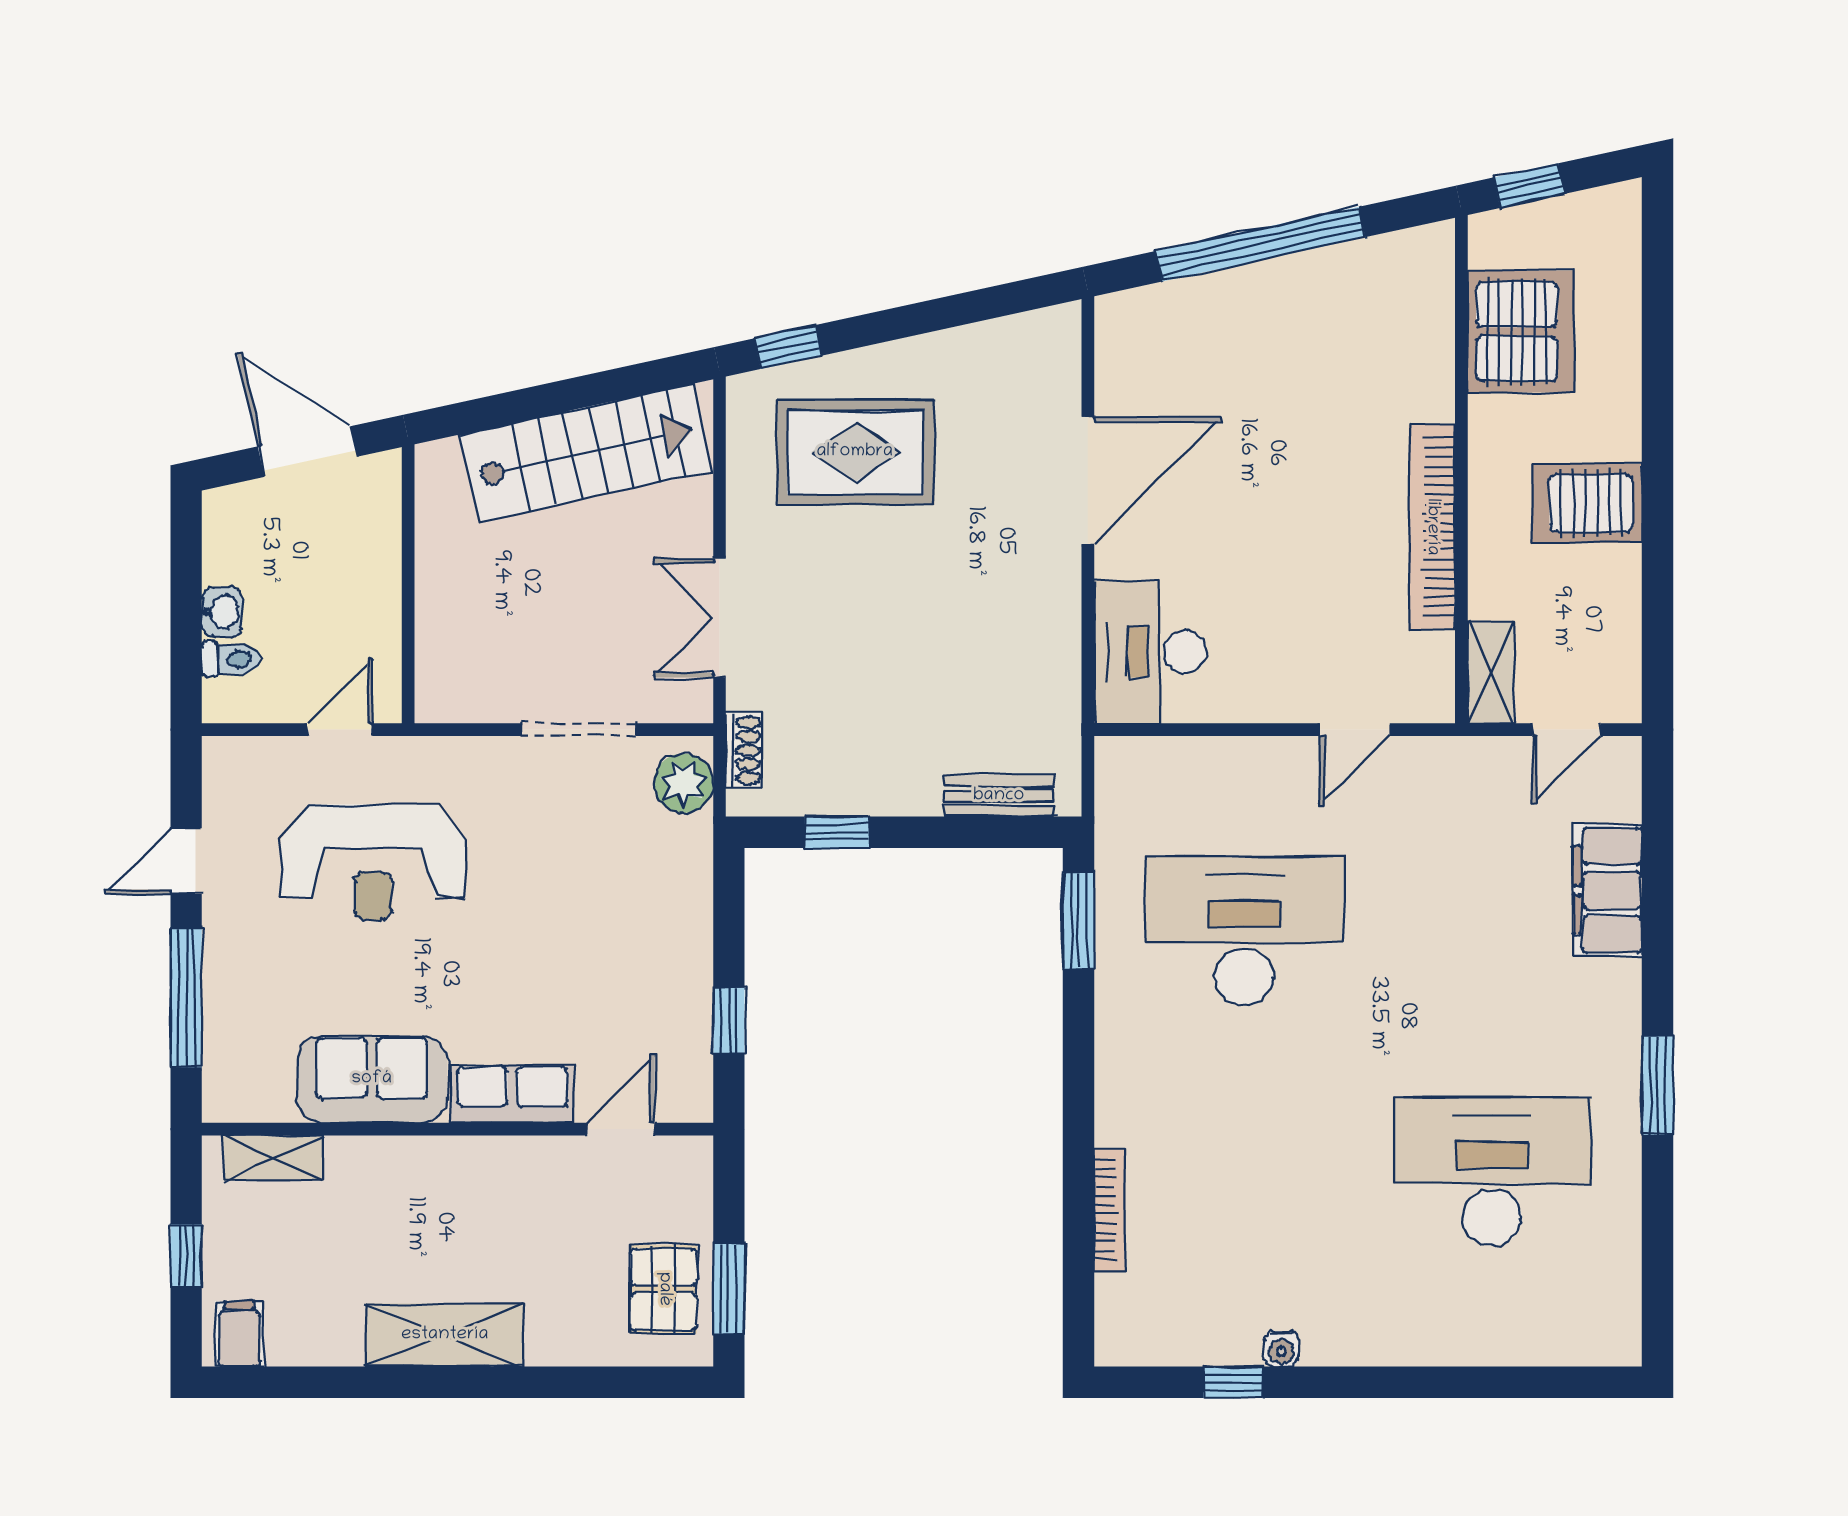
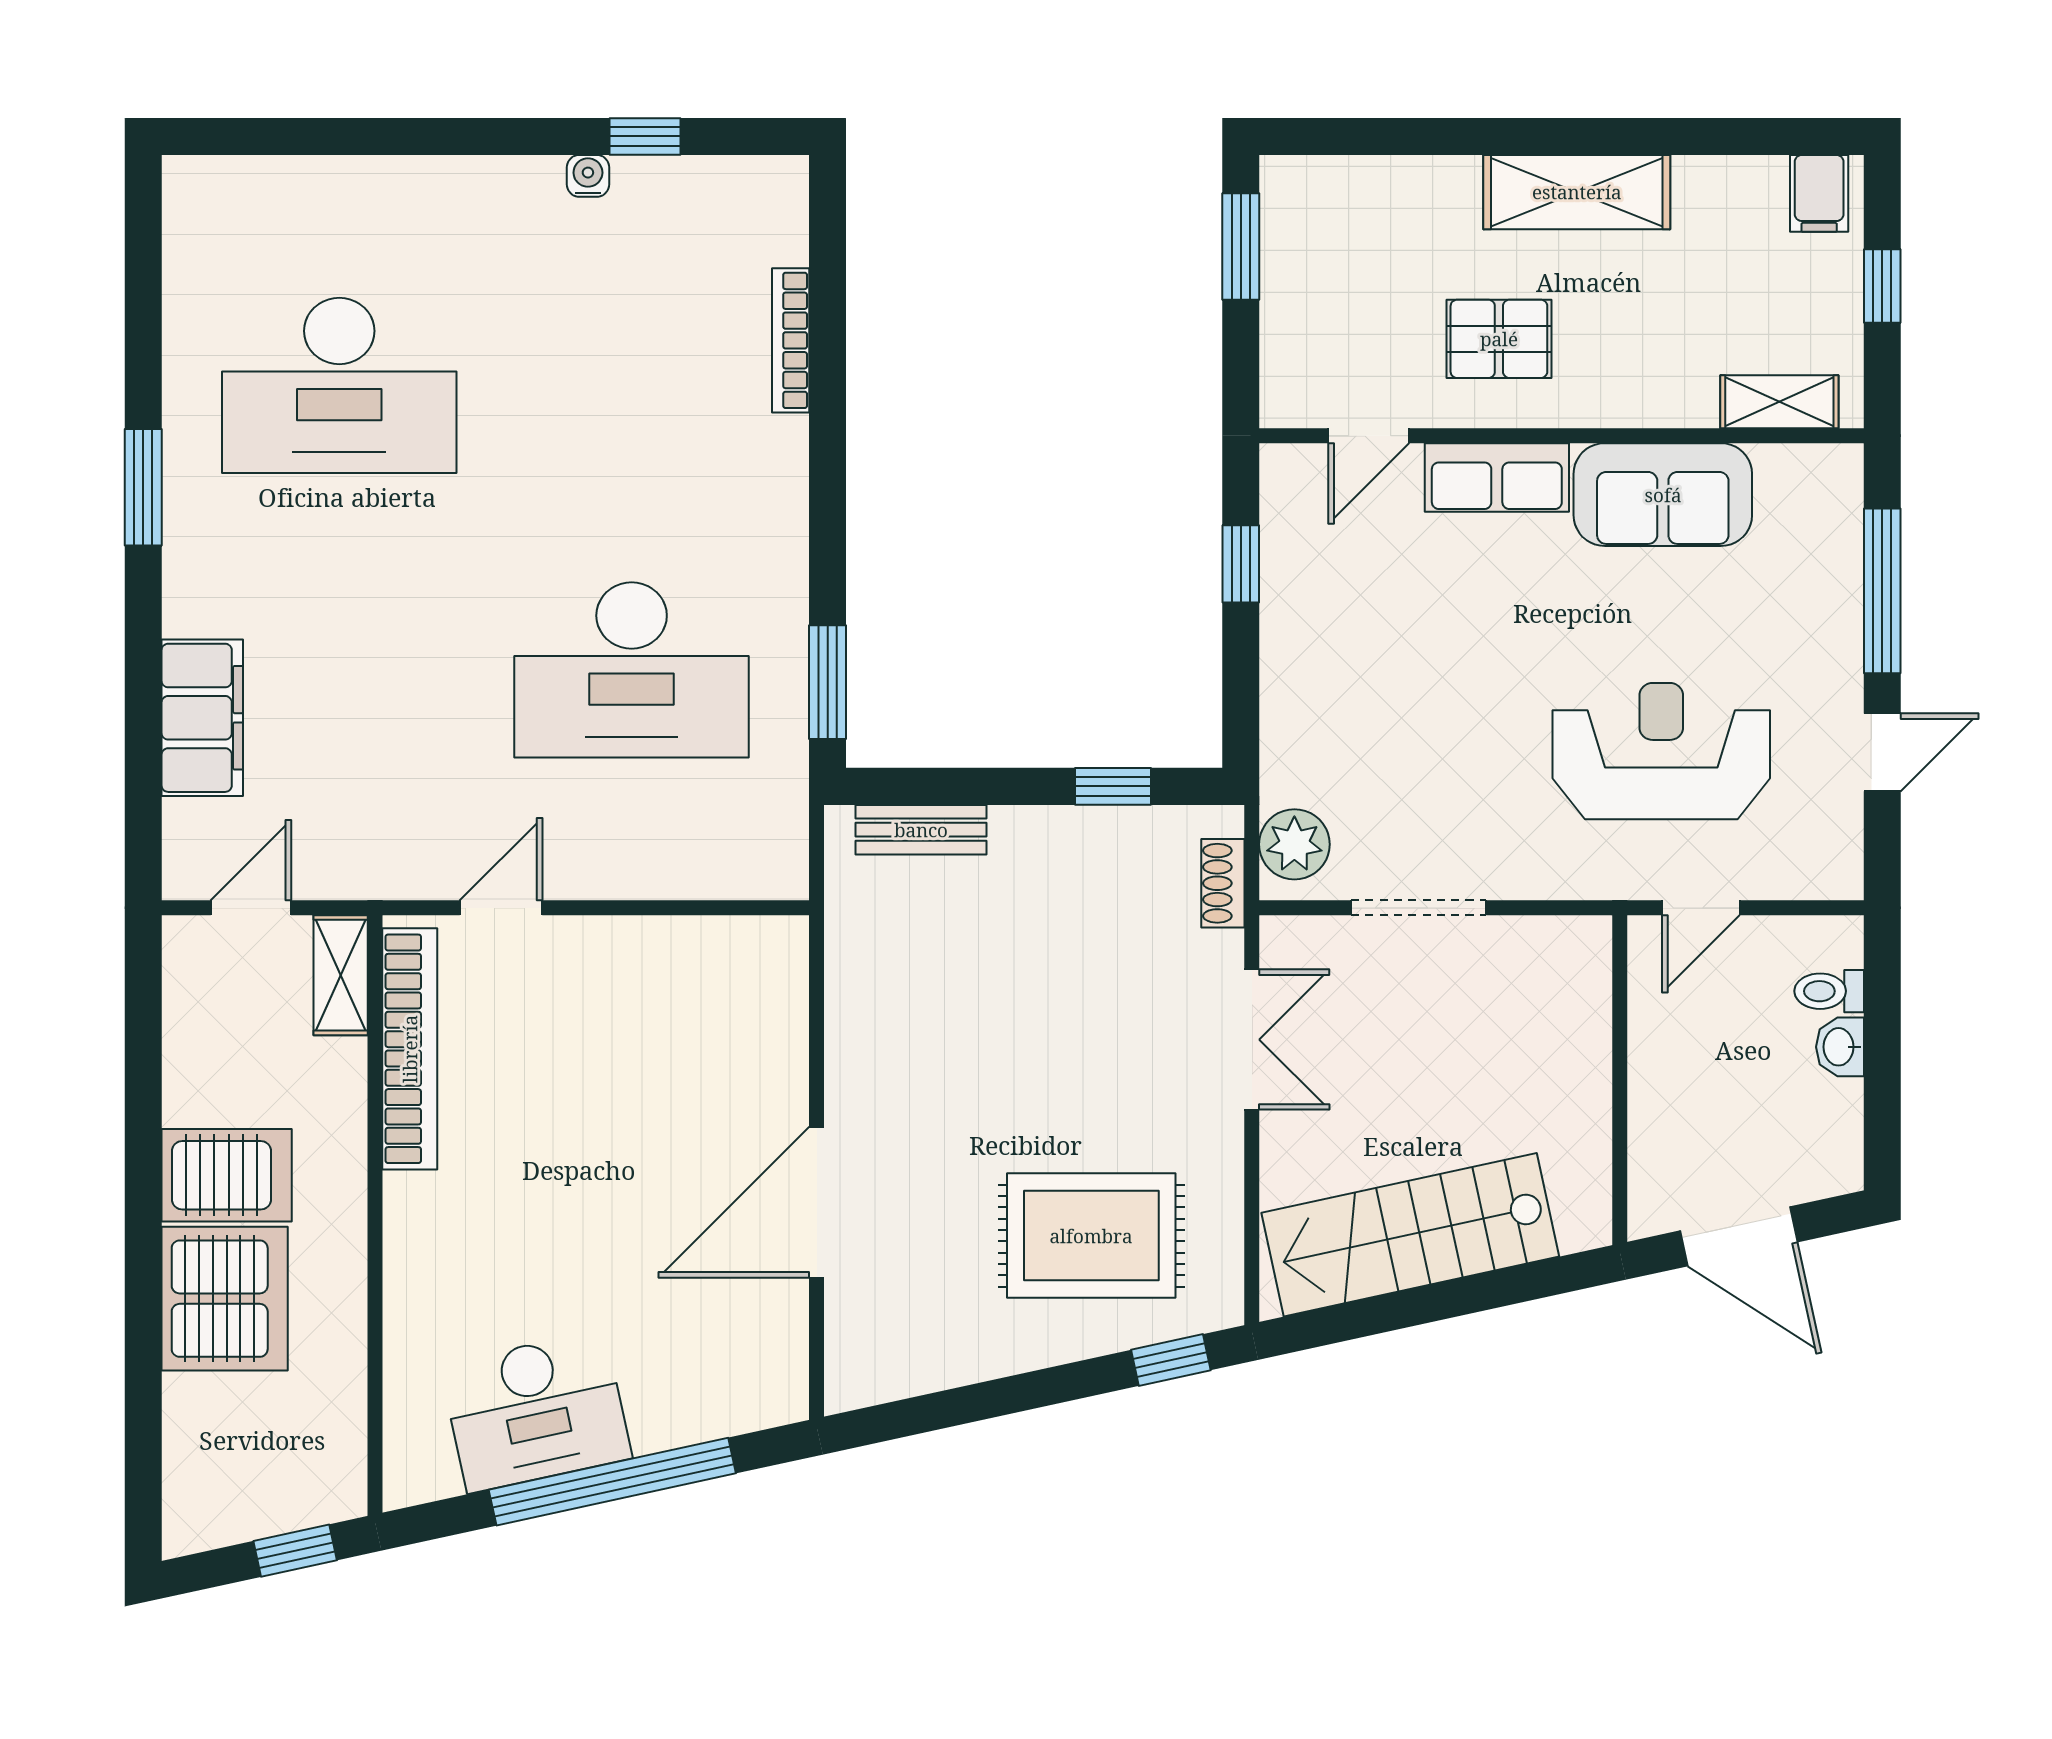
server rack: (1521, 331) -> (225, 1299), moved, turned 180
bookcase: (1432, 527) -> (410, 1049), moved
desk: (1150, 652) -> (536, 1411), moved, turned 78
pallet: (664, 1289) -> (1499, 339), moved, turned 90

